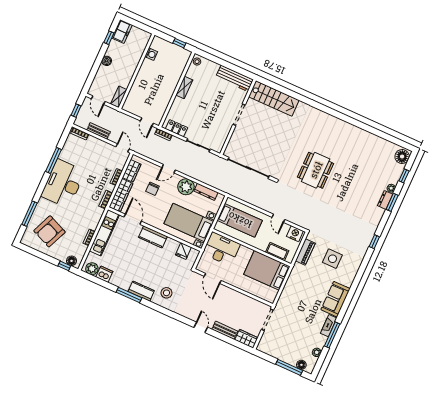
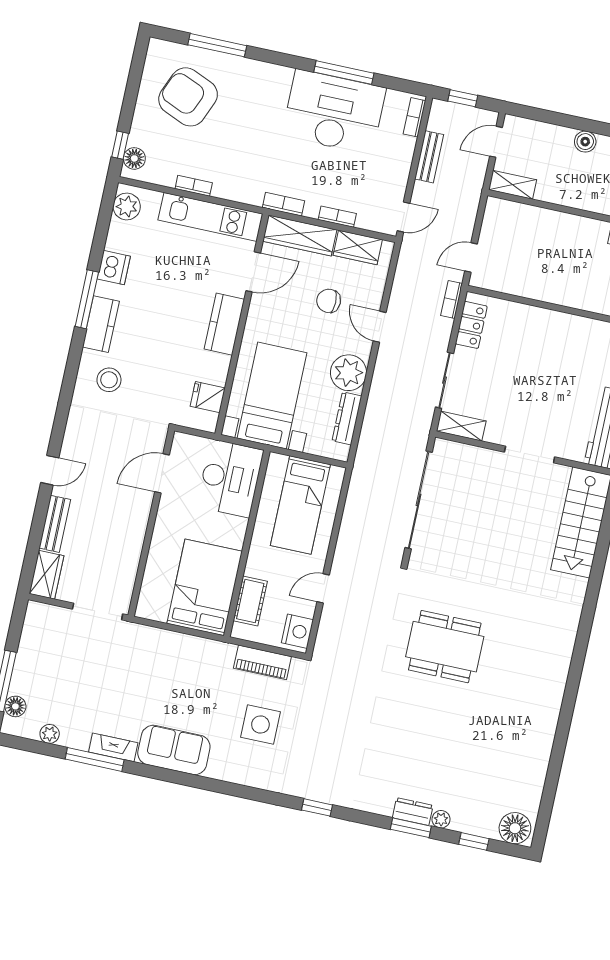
shelving: (184, 87) -> (461, 426), moved
desk: (63, 184) -> (334, 112), moved
dishwasher: (104, 274) -> (114, 268), moved

